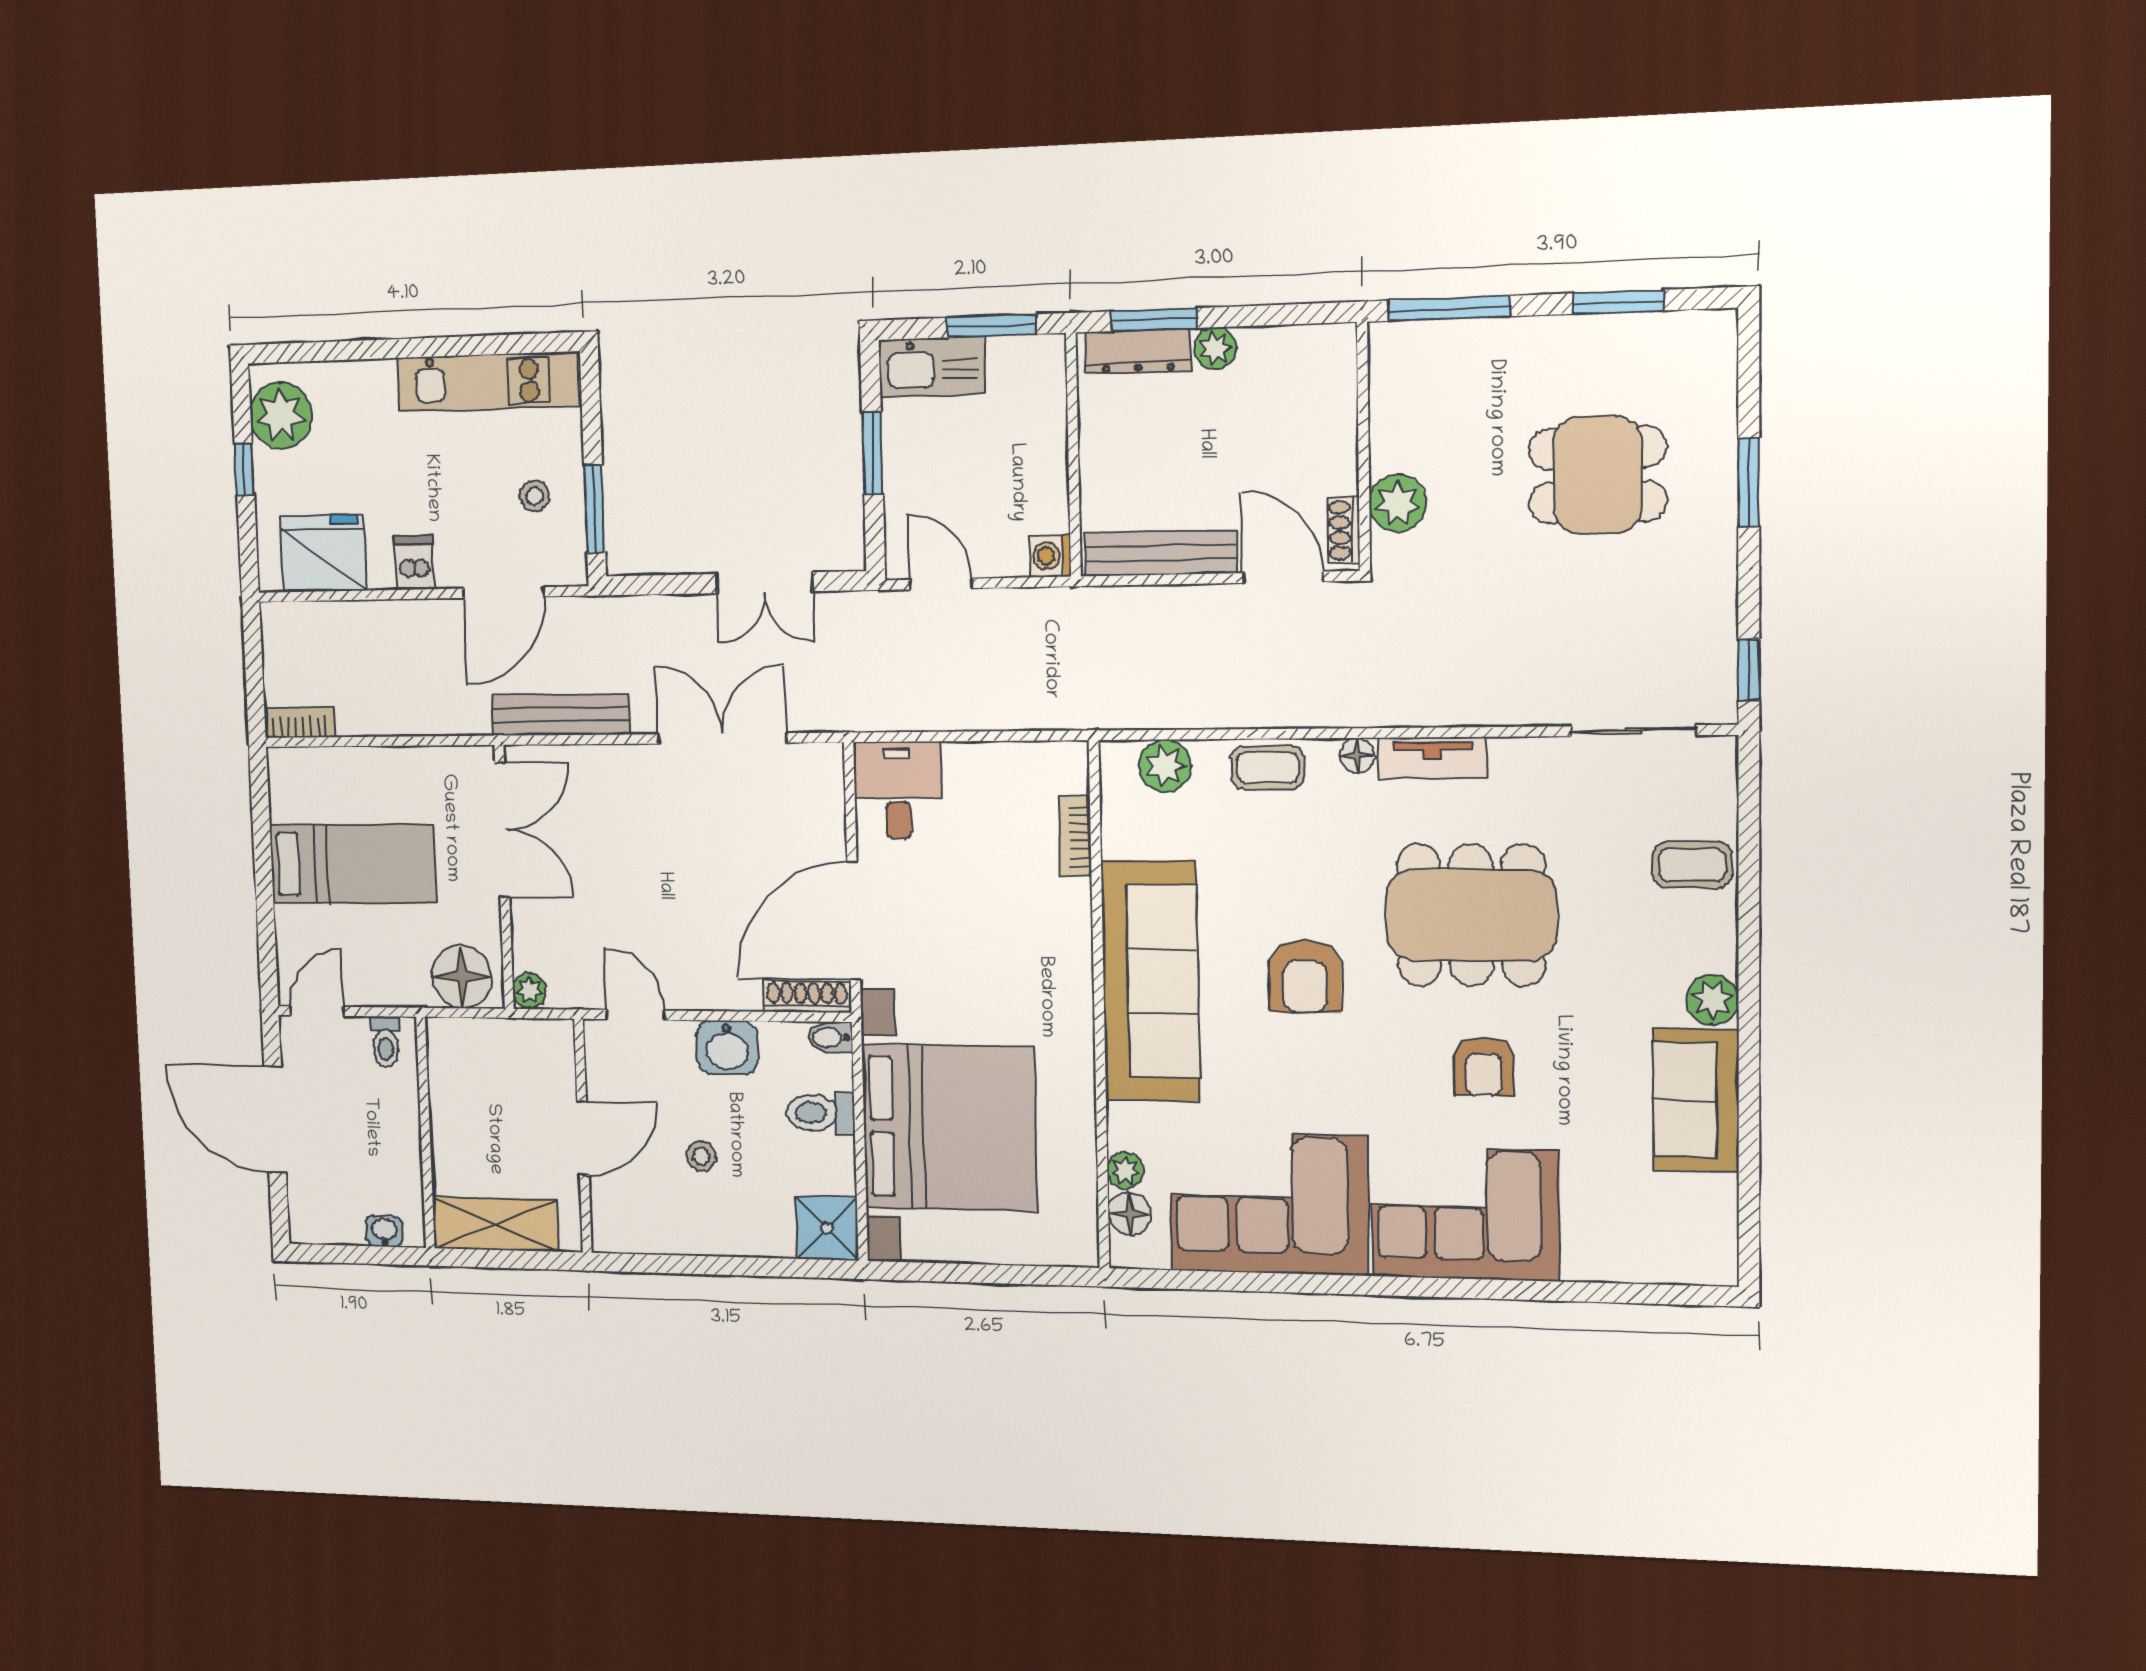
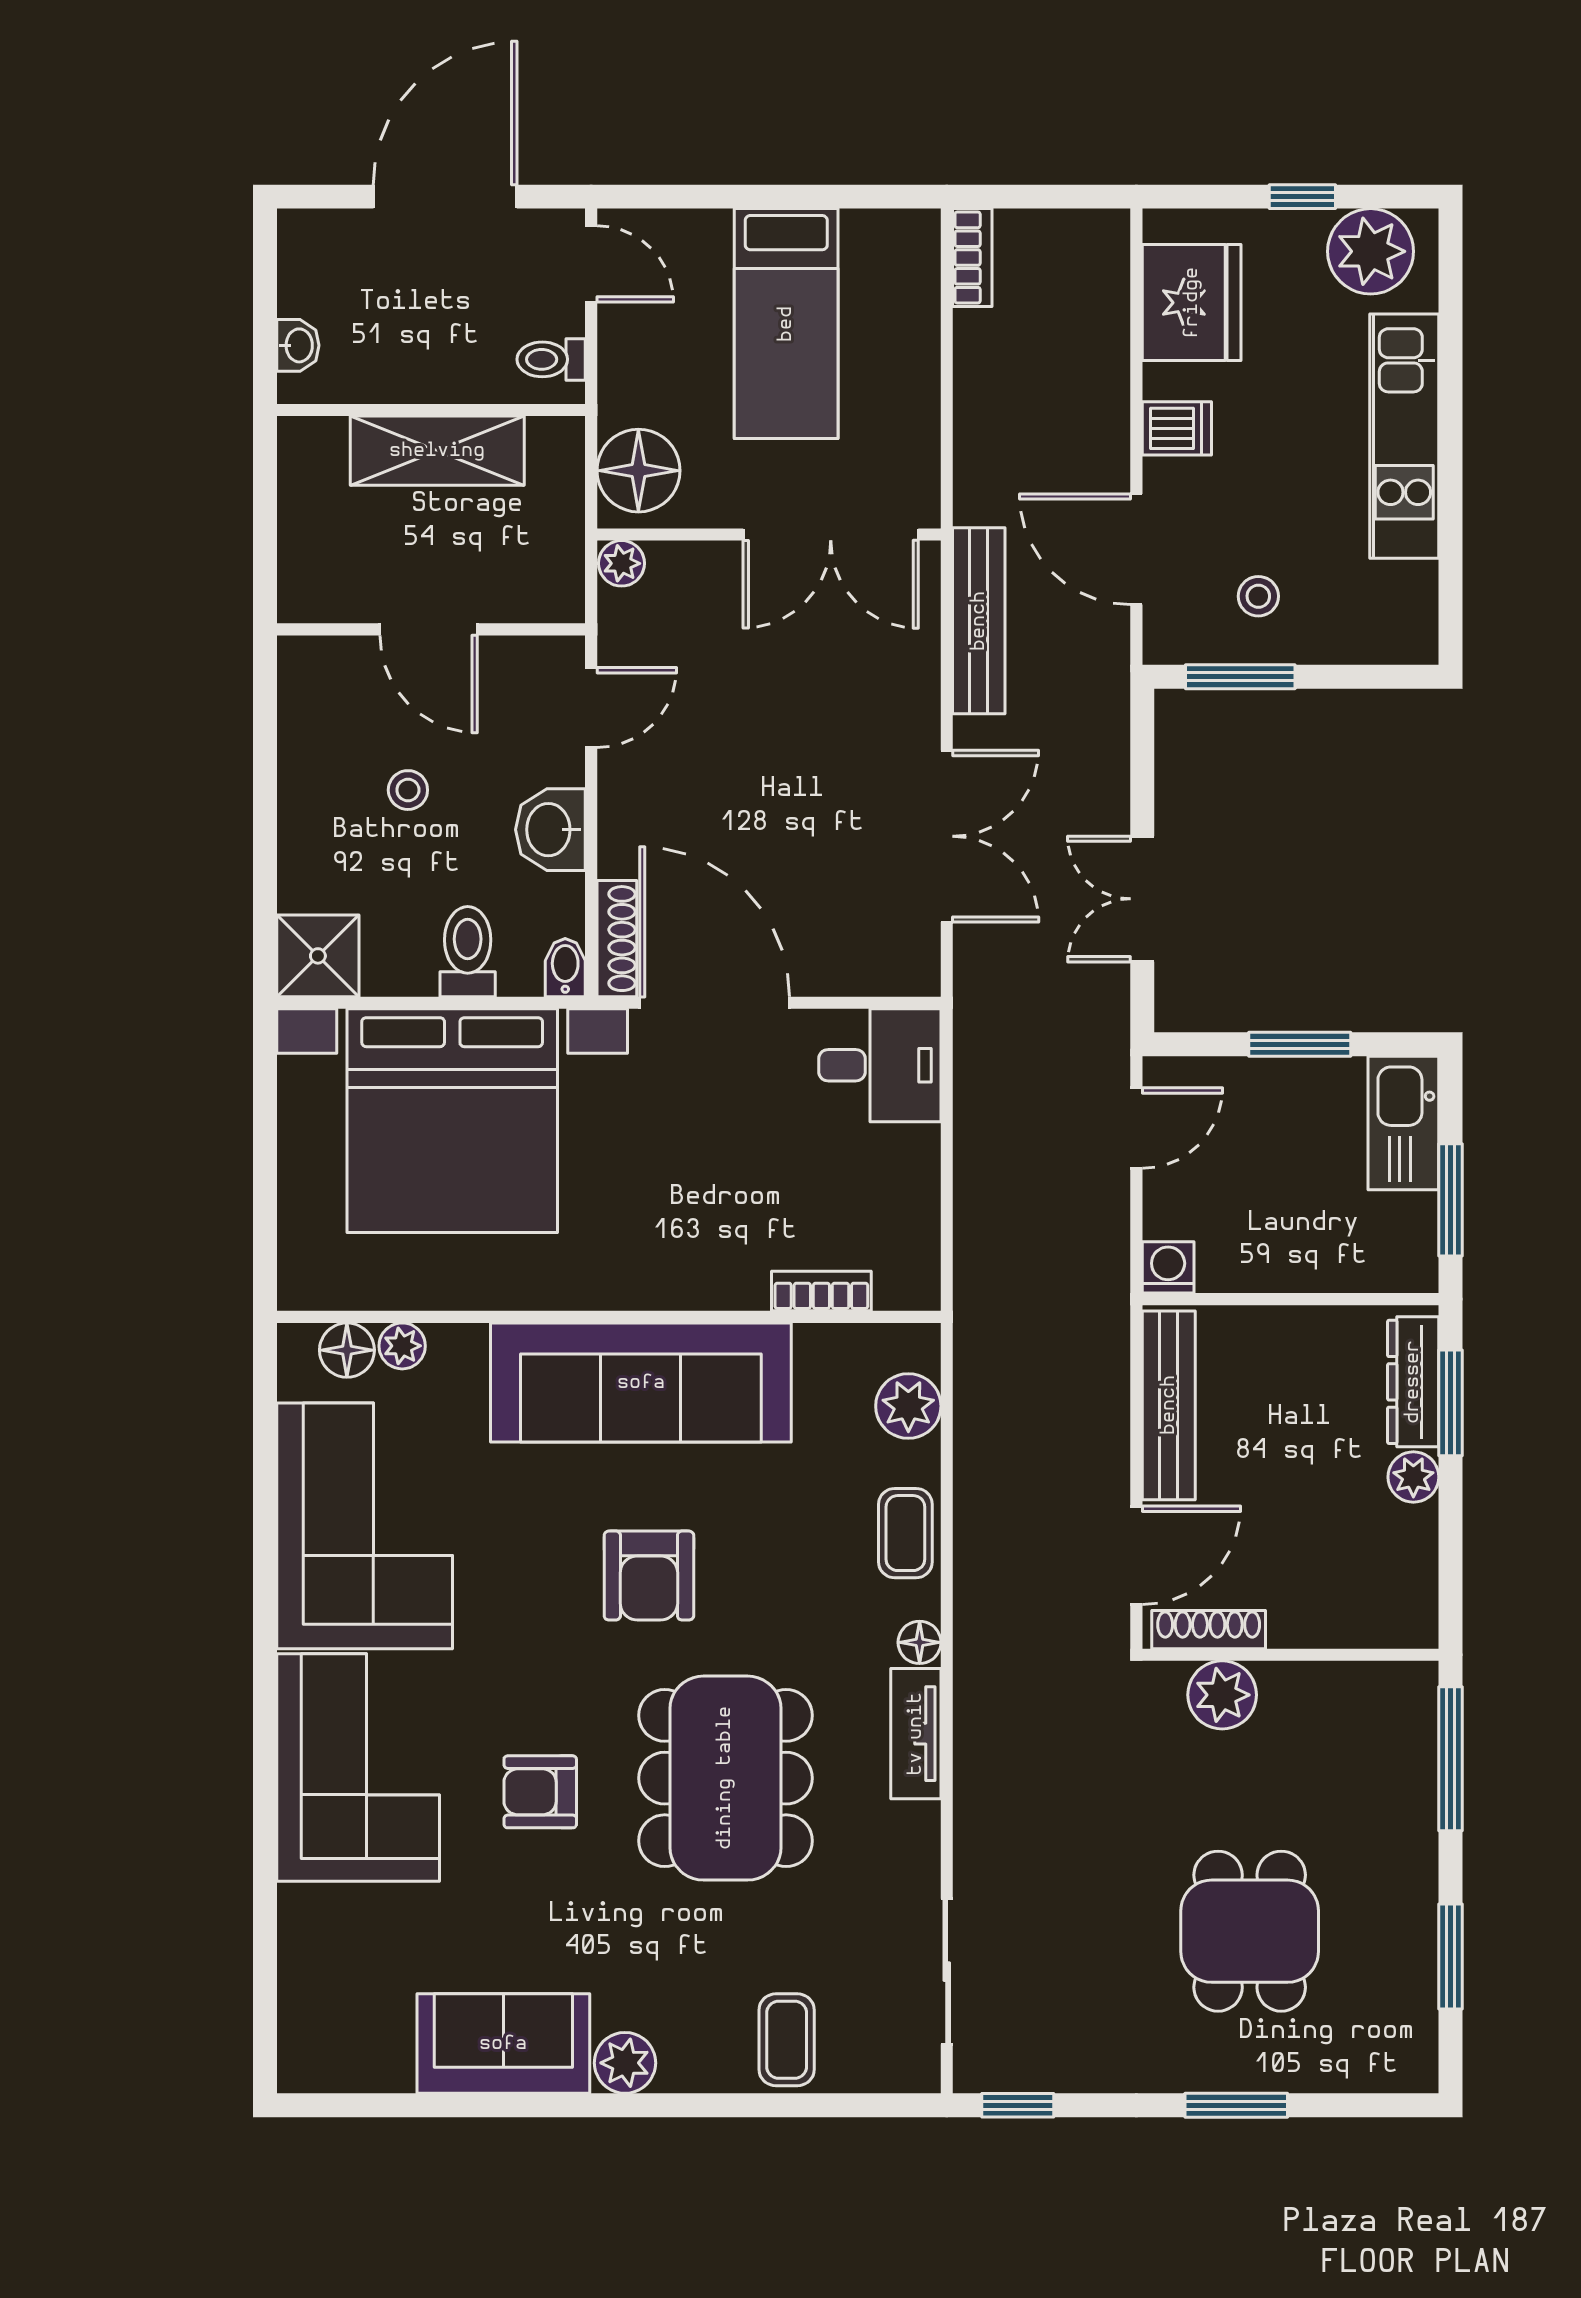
kitchen unit: (488, 382) -> (1404, 436), moved
shoe rack: (1344, 530) -> (1209, 1630), width x1.43
armchair: (1305, 976) -> (649, 1576), turned -91
shelving: (495, 1224) -> (437, 451), moved, turned 90

